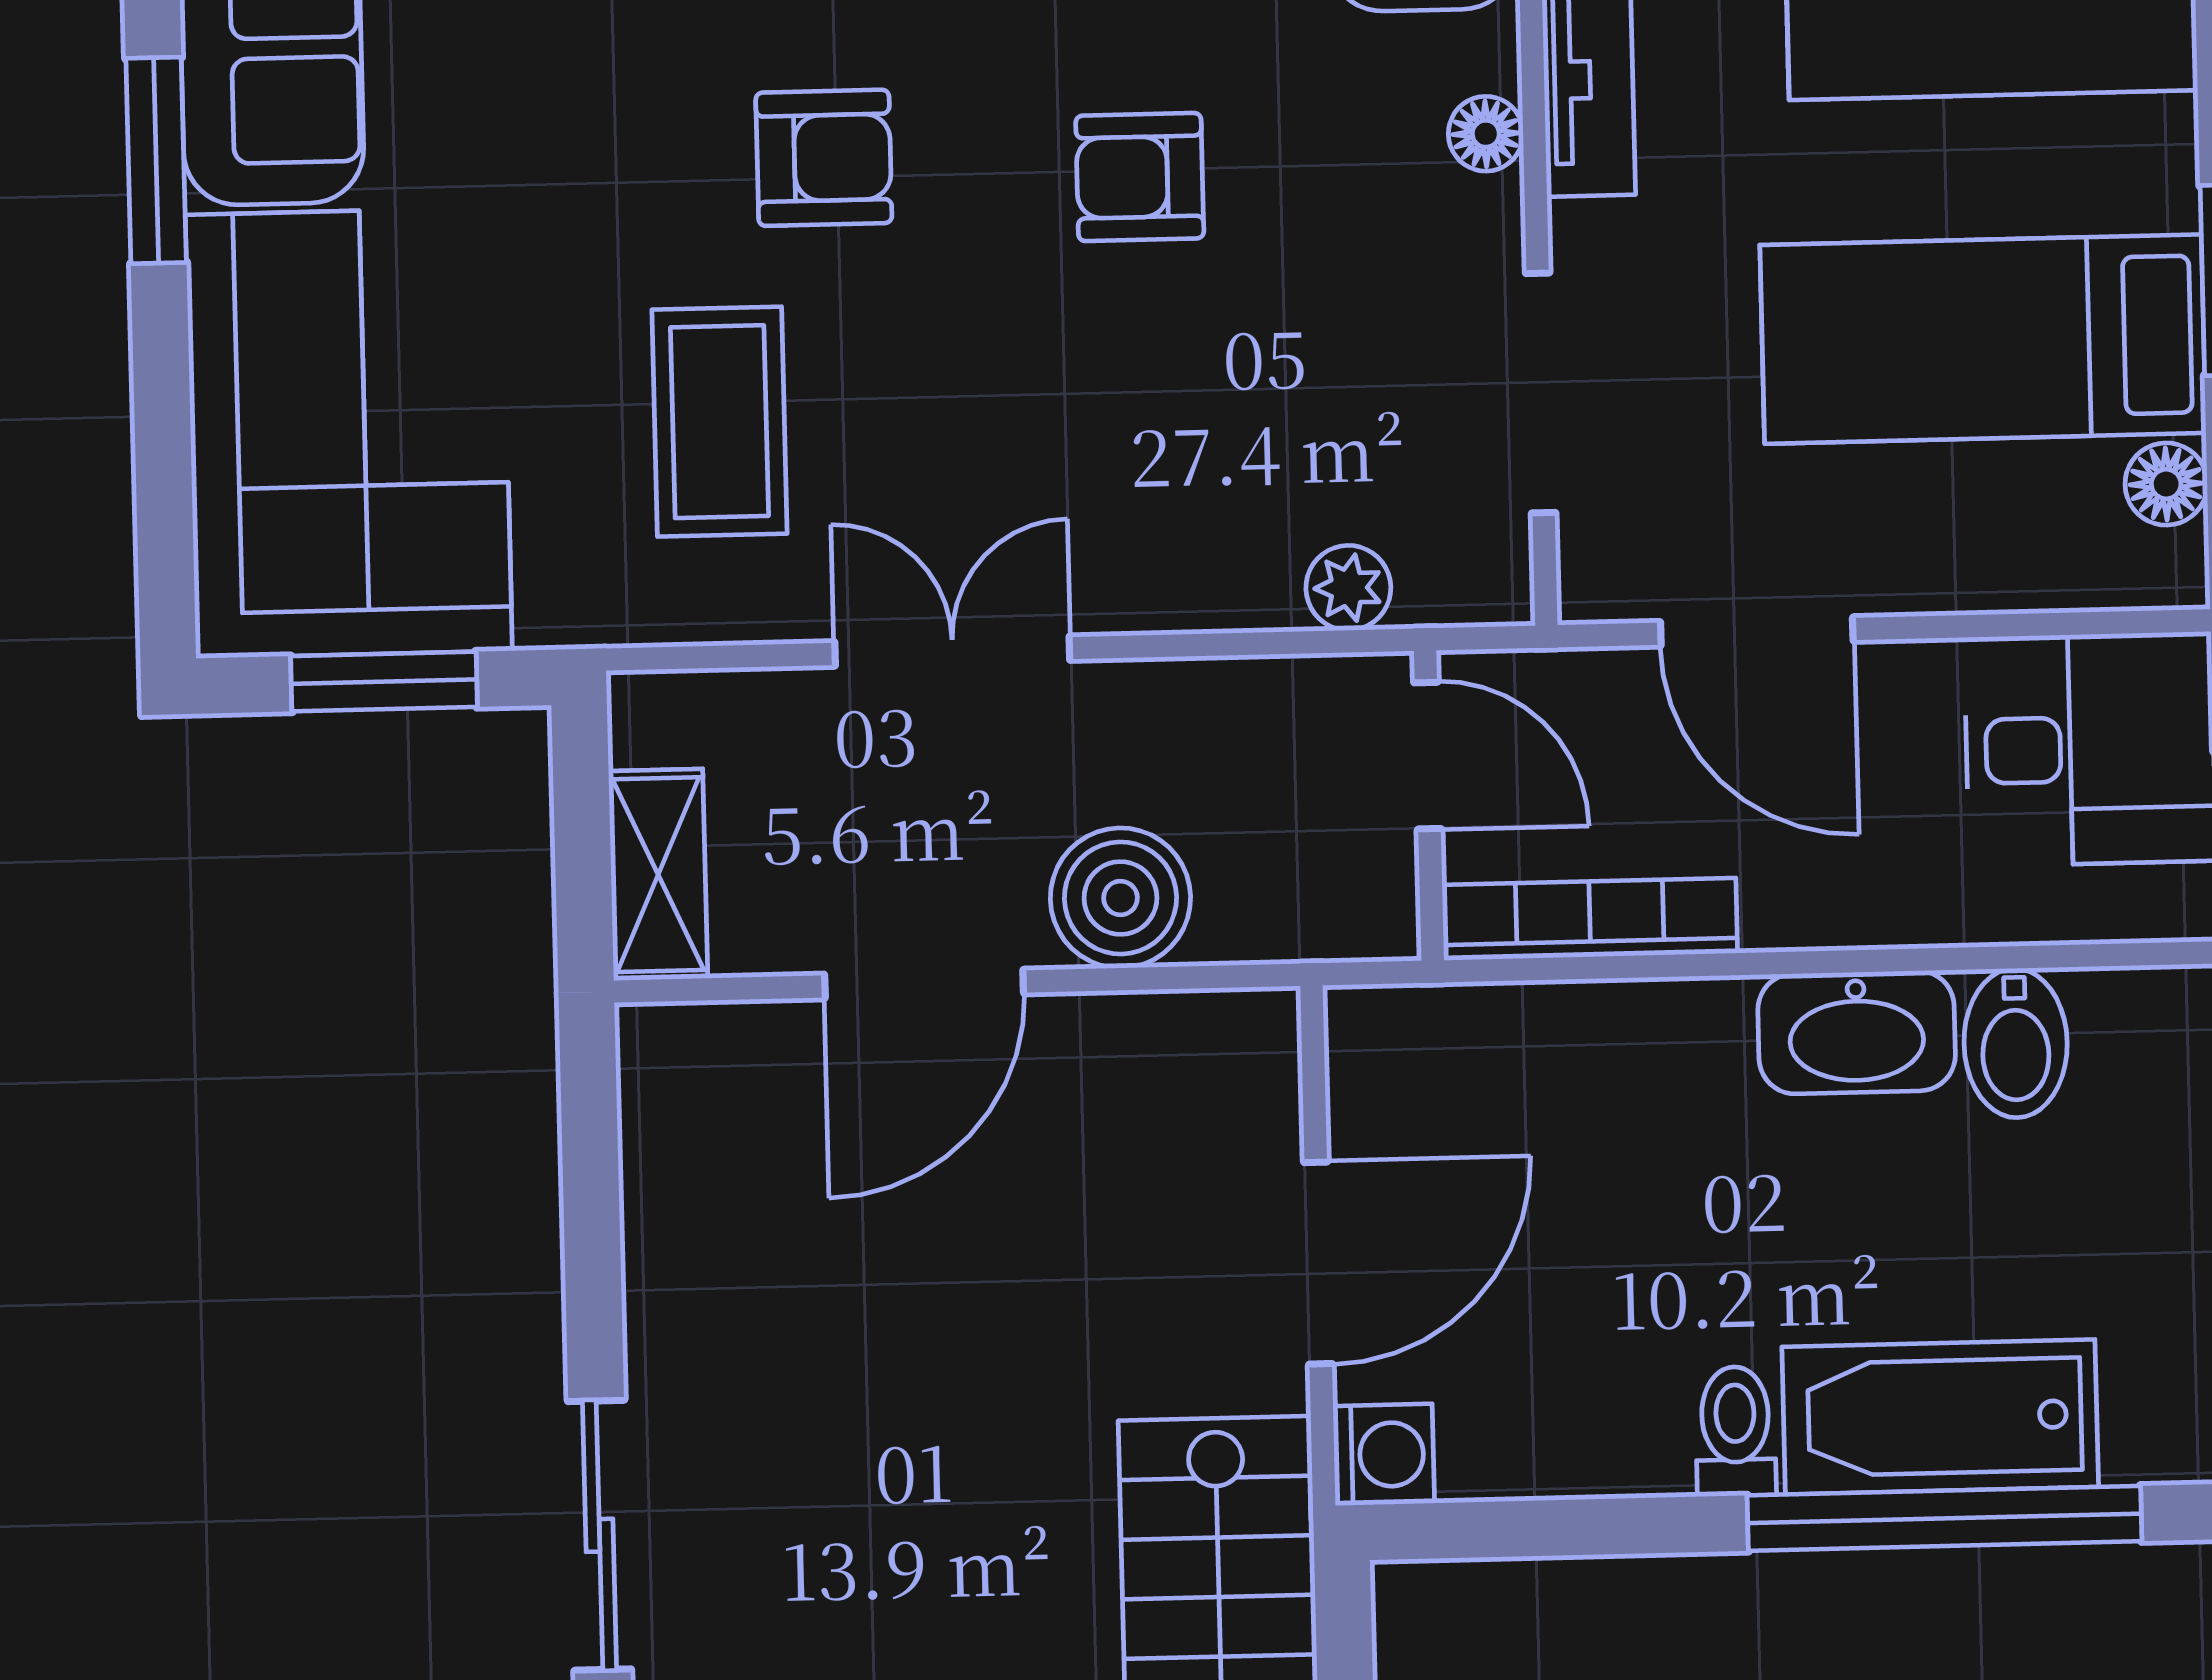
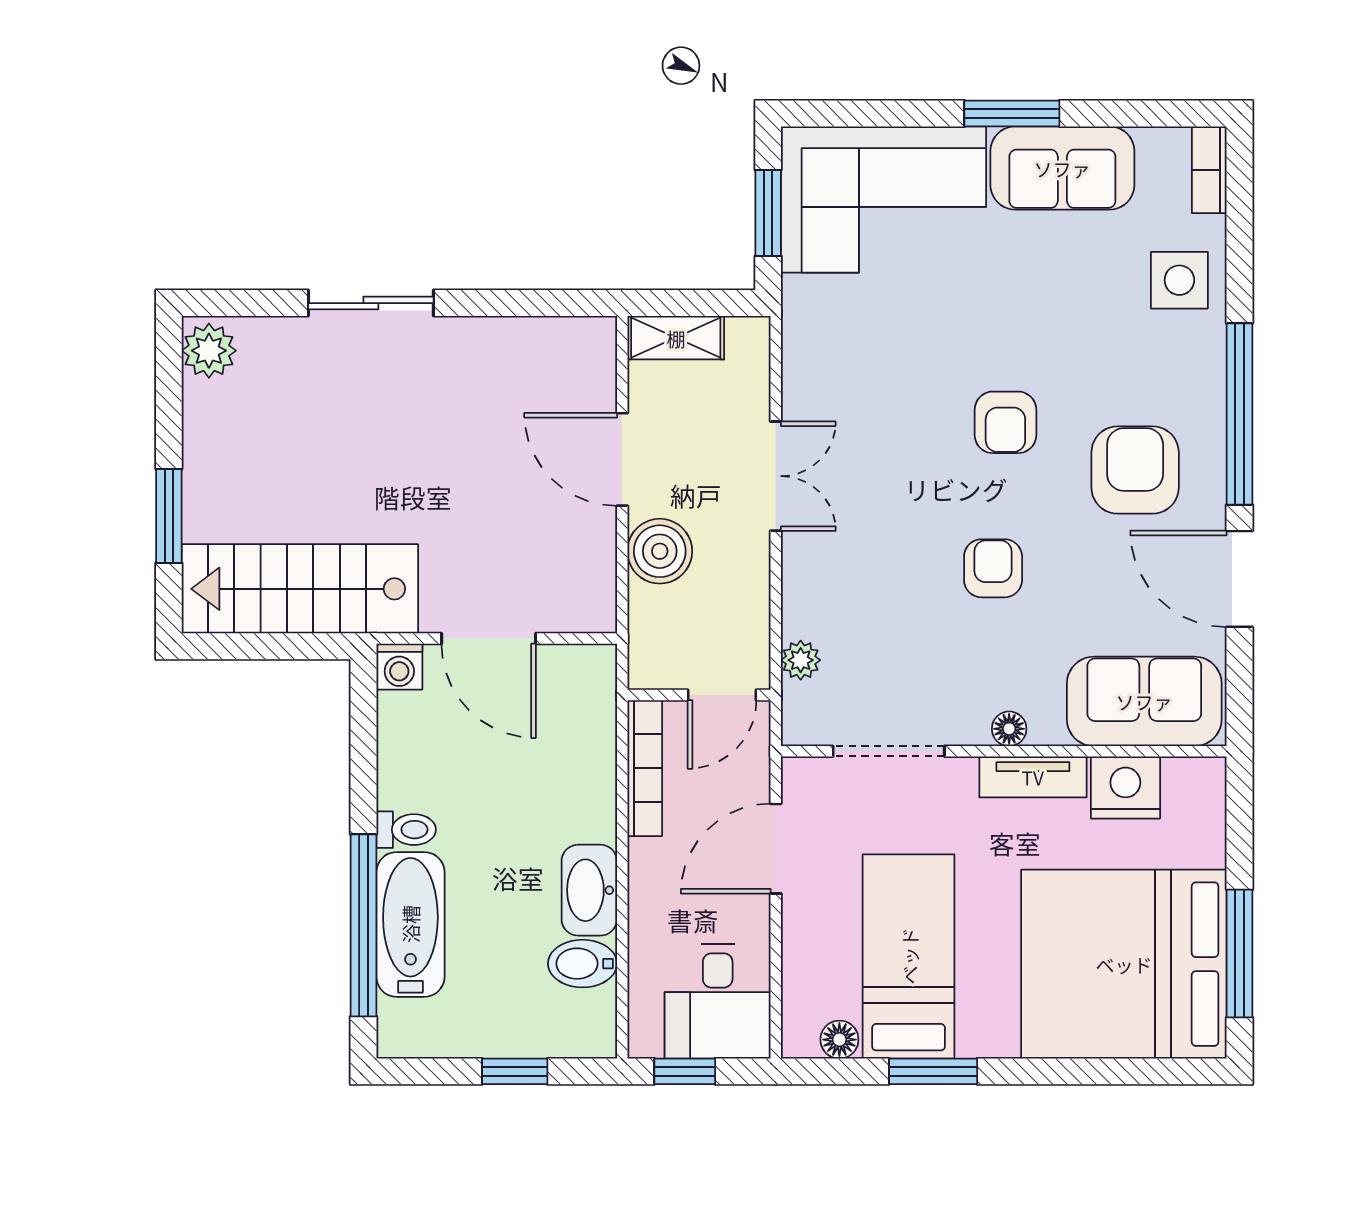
coffee table: (719, 422) -> (885, 371), removed

